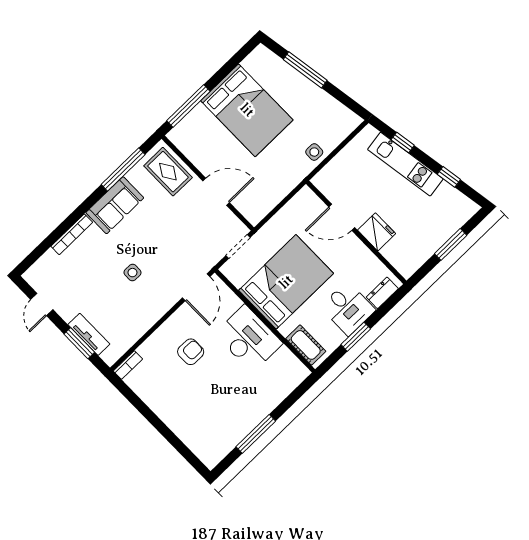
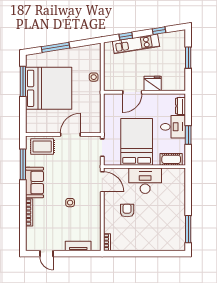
window: (188, 106) -> (23, 81), moved
bed: (247, 110) -> (49, 88), width x1.36
window: (79, 343) -> (78, 254), removed
window: (256, 434) -> (188, 229), moved

